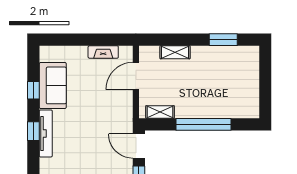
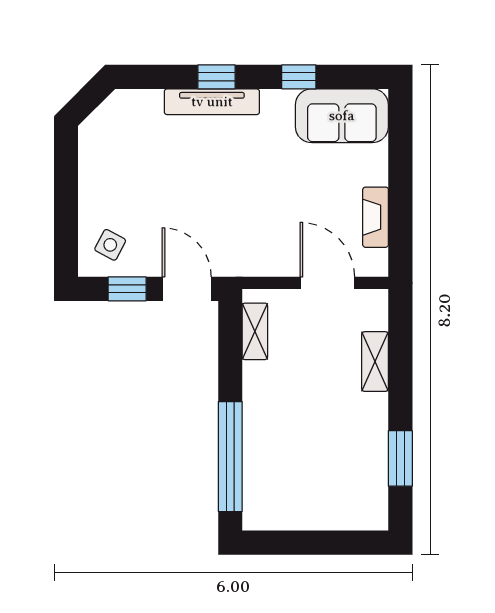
sofa: (53, 85) -> (342, 116), moved
window: (204, 124) -> (230, 457), moved
door: (139, 146) -> (187, 289), hinge flipped

